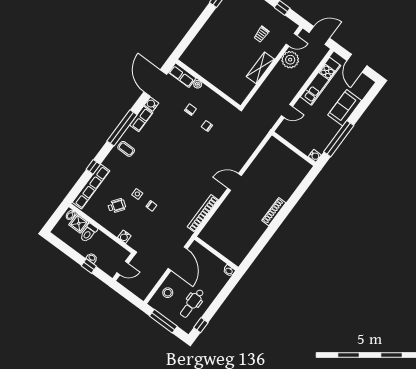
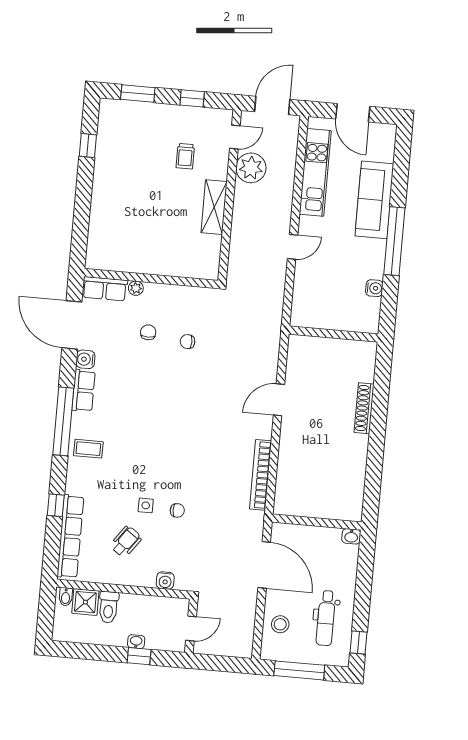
sofa: (345, 108) -> (374, 200), width x1.36
wall: (294, 149) -> (334, 334), moved

